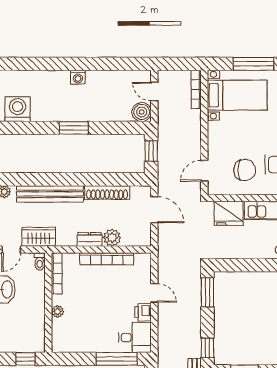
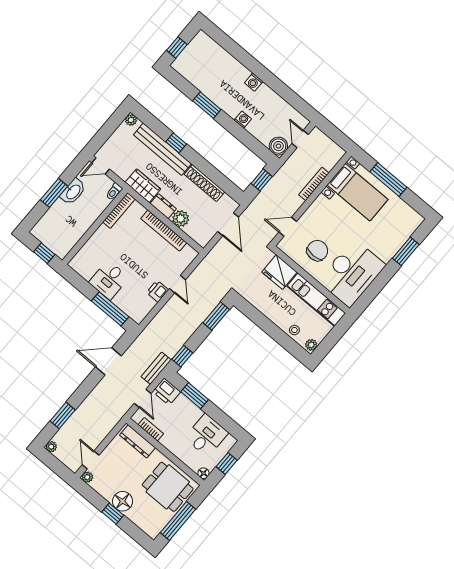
bookcase: (196, 89) -> (314, 184), moved
washing machine: (18, 109) -> (243, 120), moved, width x0.53, depth x0.53
window: (74, 128) -> (207, 105), moved
chair: (245, 170) -> (317, 251), turned -90
window: (57, 179) -> (176, 143), added
wardrobe: (39, 237) -> (143, 186), moved
plant: (57, 311) -> (96, 239), removed
desk: (135, 338) -> (109, 280), moved, turned 90

